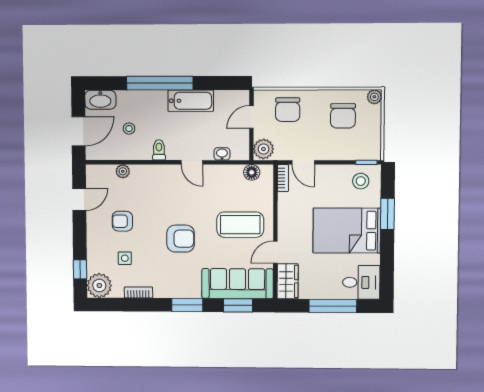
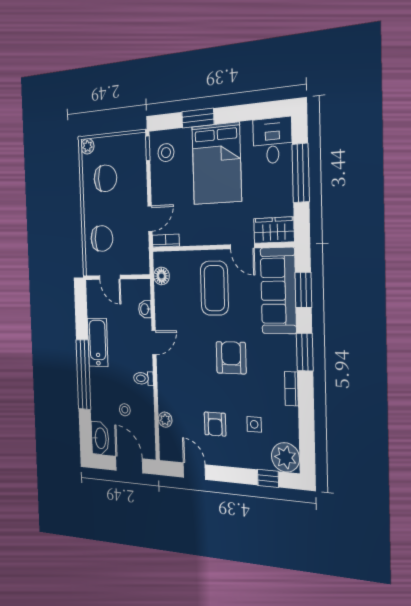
plant: (263, 149) -> (139, 263), removed
bookcase: (138, 292) -> (291, 389), moved

